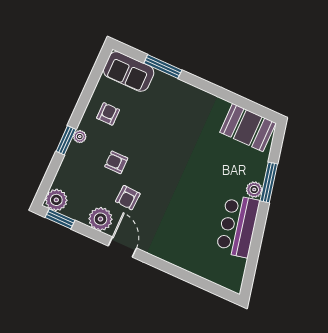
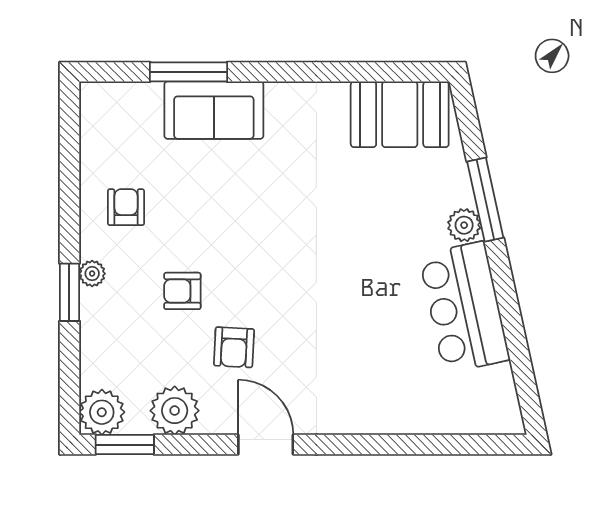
sofa: (129, 71) -> (214, 110), moved
plant: (100, 219) -> (175, 411), moved

